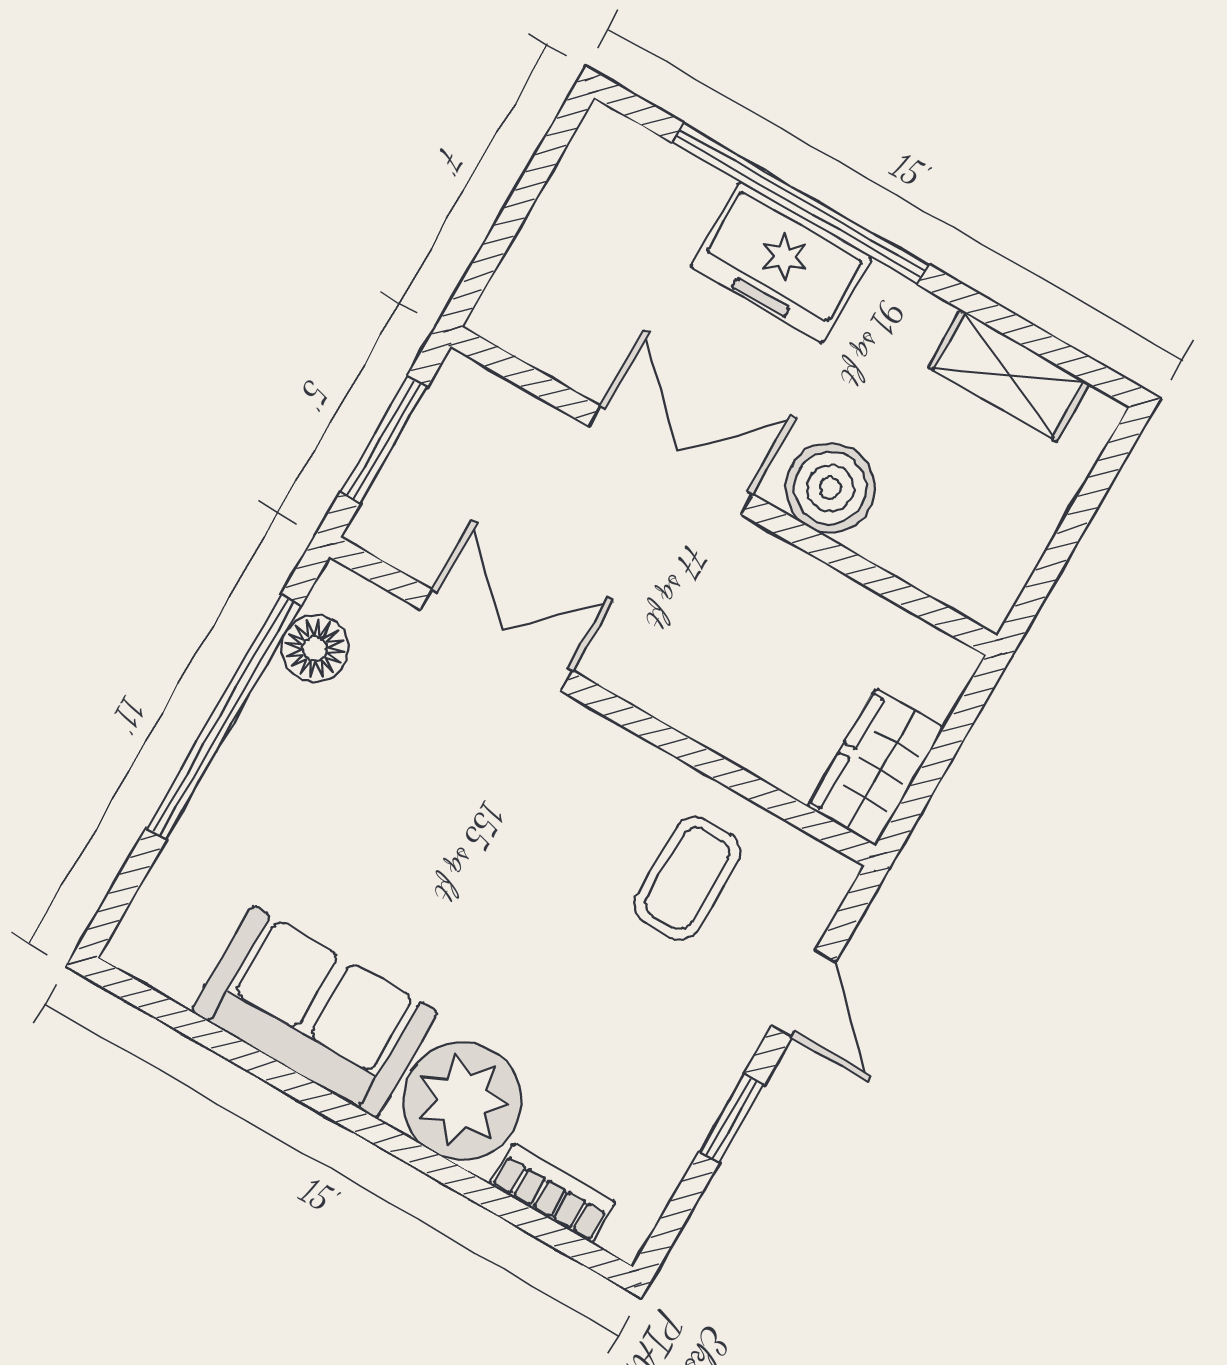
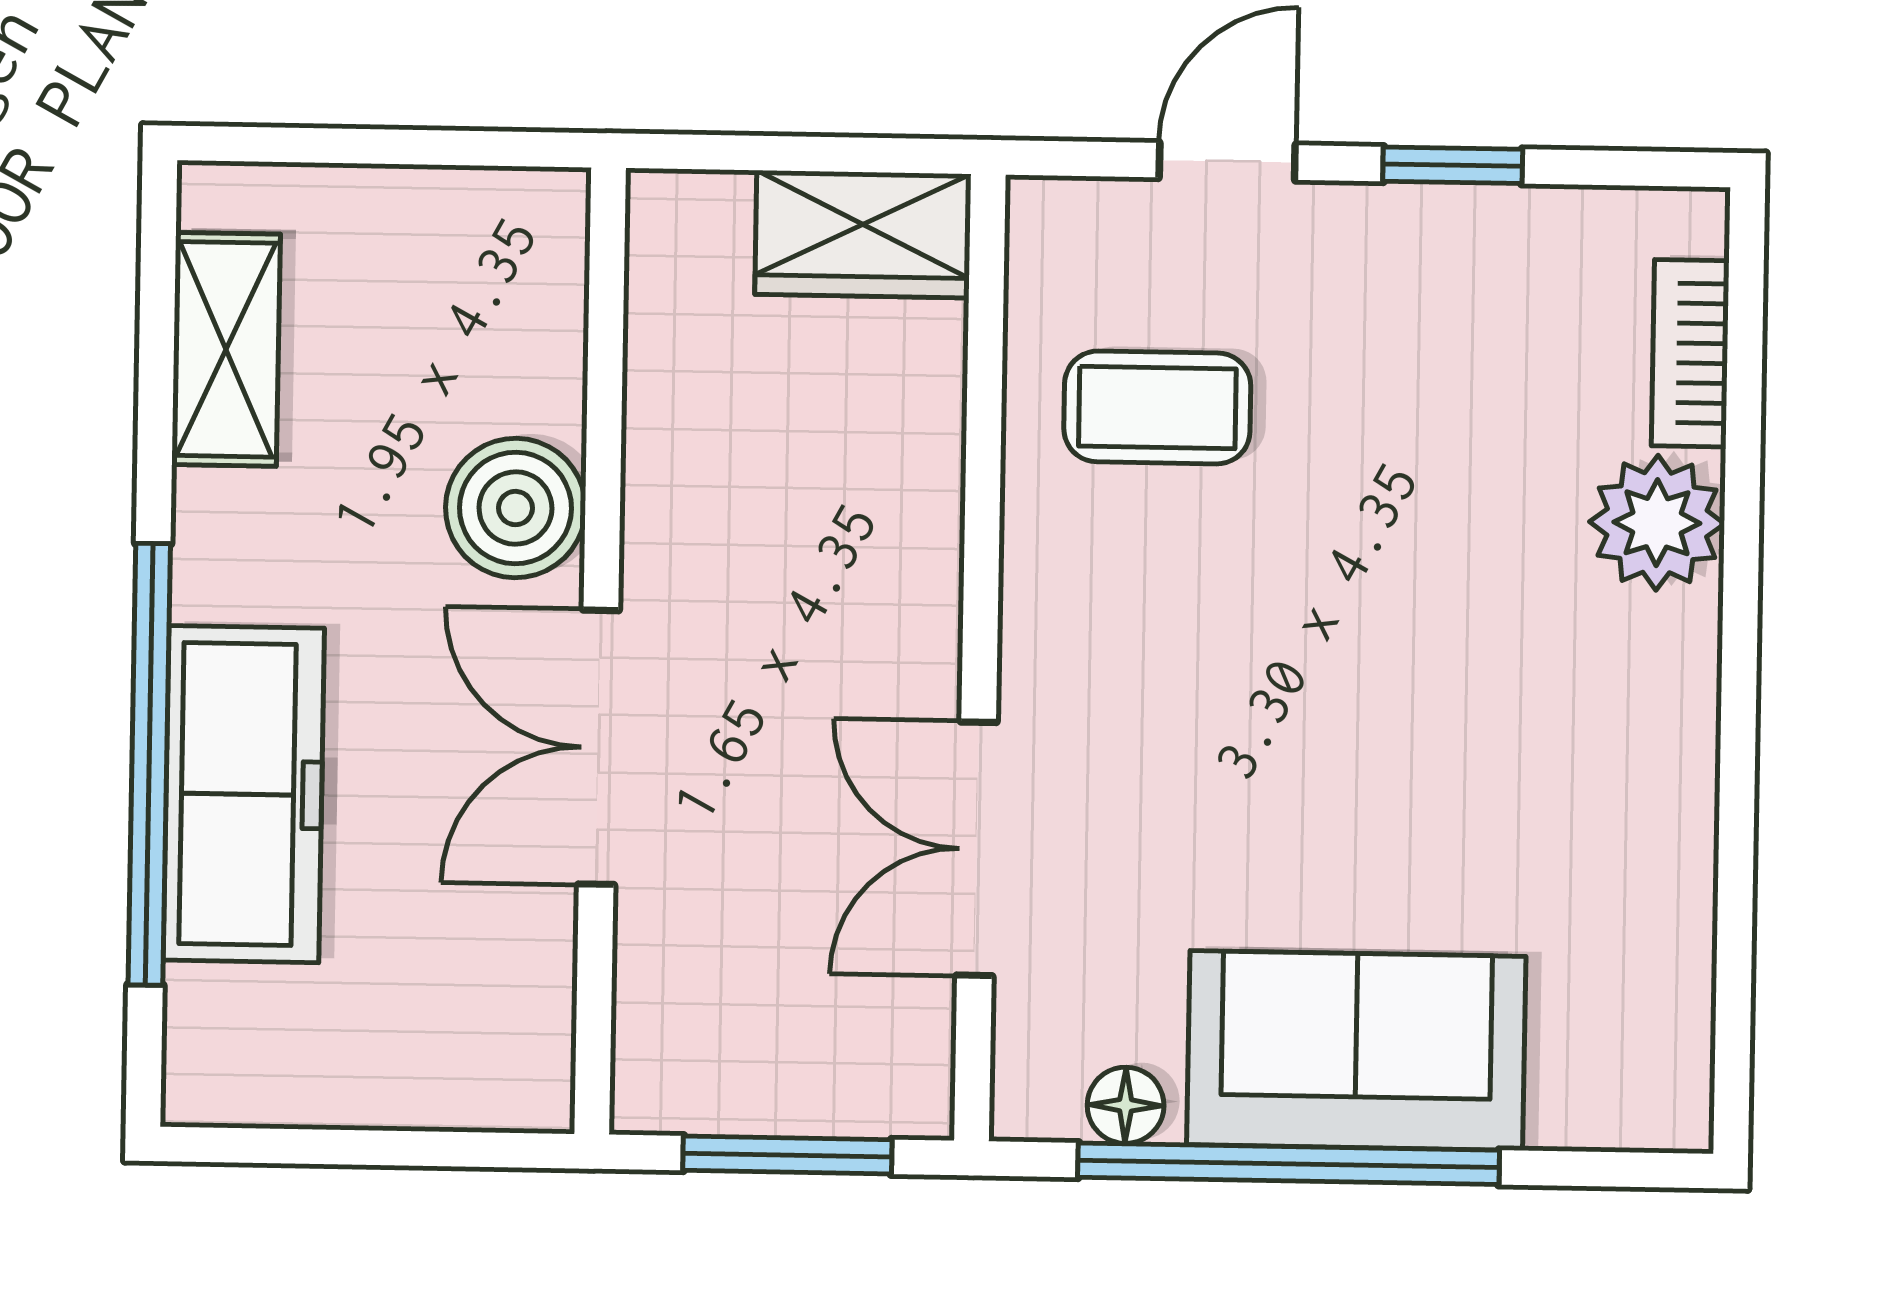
freezer: (781, 262) -> (244, 794), width x1.40
floor lamp: (315, 649) -> (1126, 1105), width x0.73, depth x0.73
sofa: (315, 1012) -> (1356, 1050), moved, turned 90
plant: (462, 1101) -> (1657, 523), width x0.73, depth x0.73

